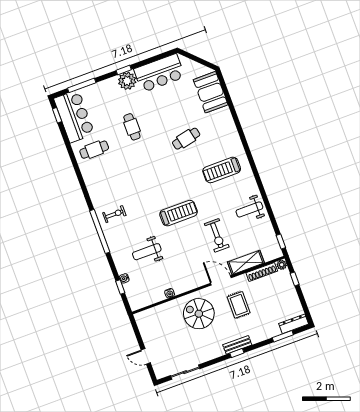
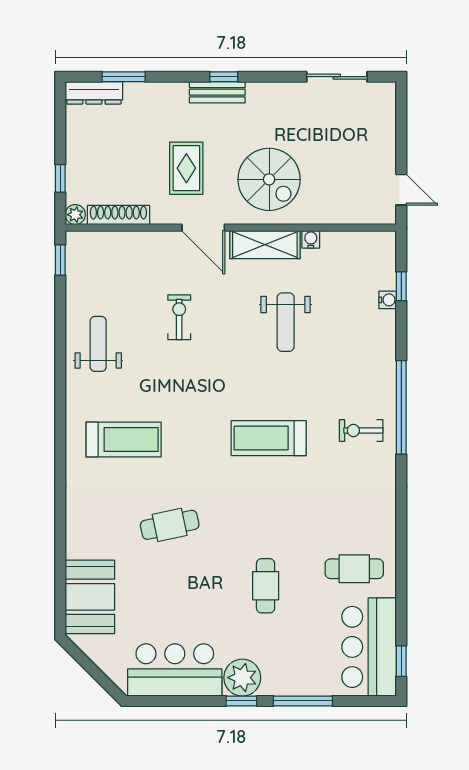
window: (82, 85) -> (303, 701), moved
weight bench: (249, 209) -> (98, 344), turned -90
treadmill: (179, 213) -> (269, 438), moved
exercise bike: (217, 235) -> (179, 317), width x0.73, depth x0.72
weight bench: (147, 252) -> (286, 322), moved, turned 90
shelving: (246, 262) -> (265, 245), moved
door: (146, 356) -> (401, 190), moved

